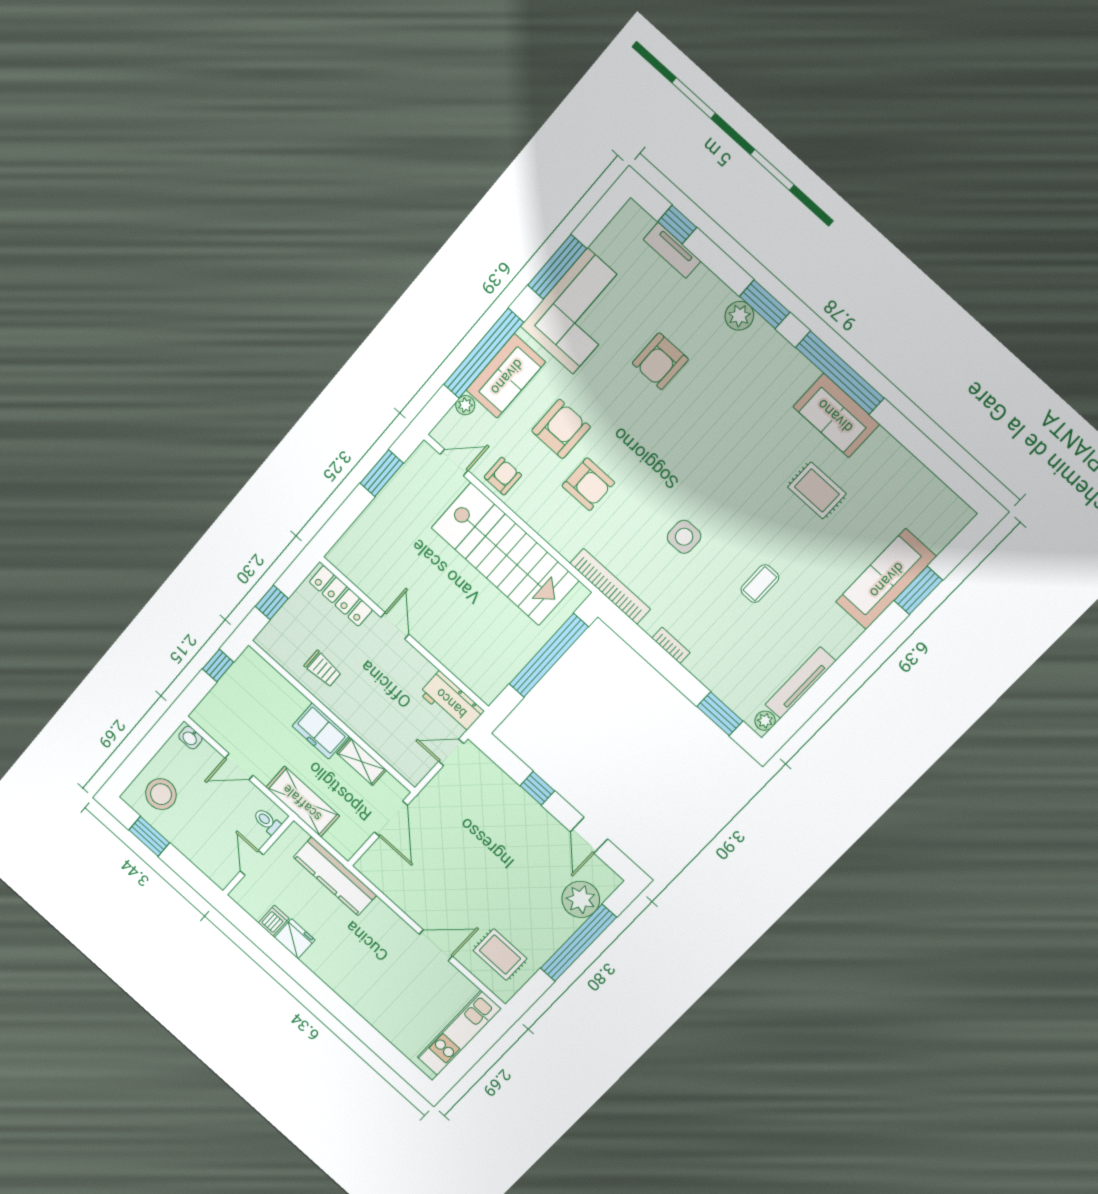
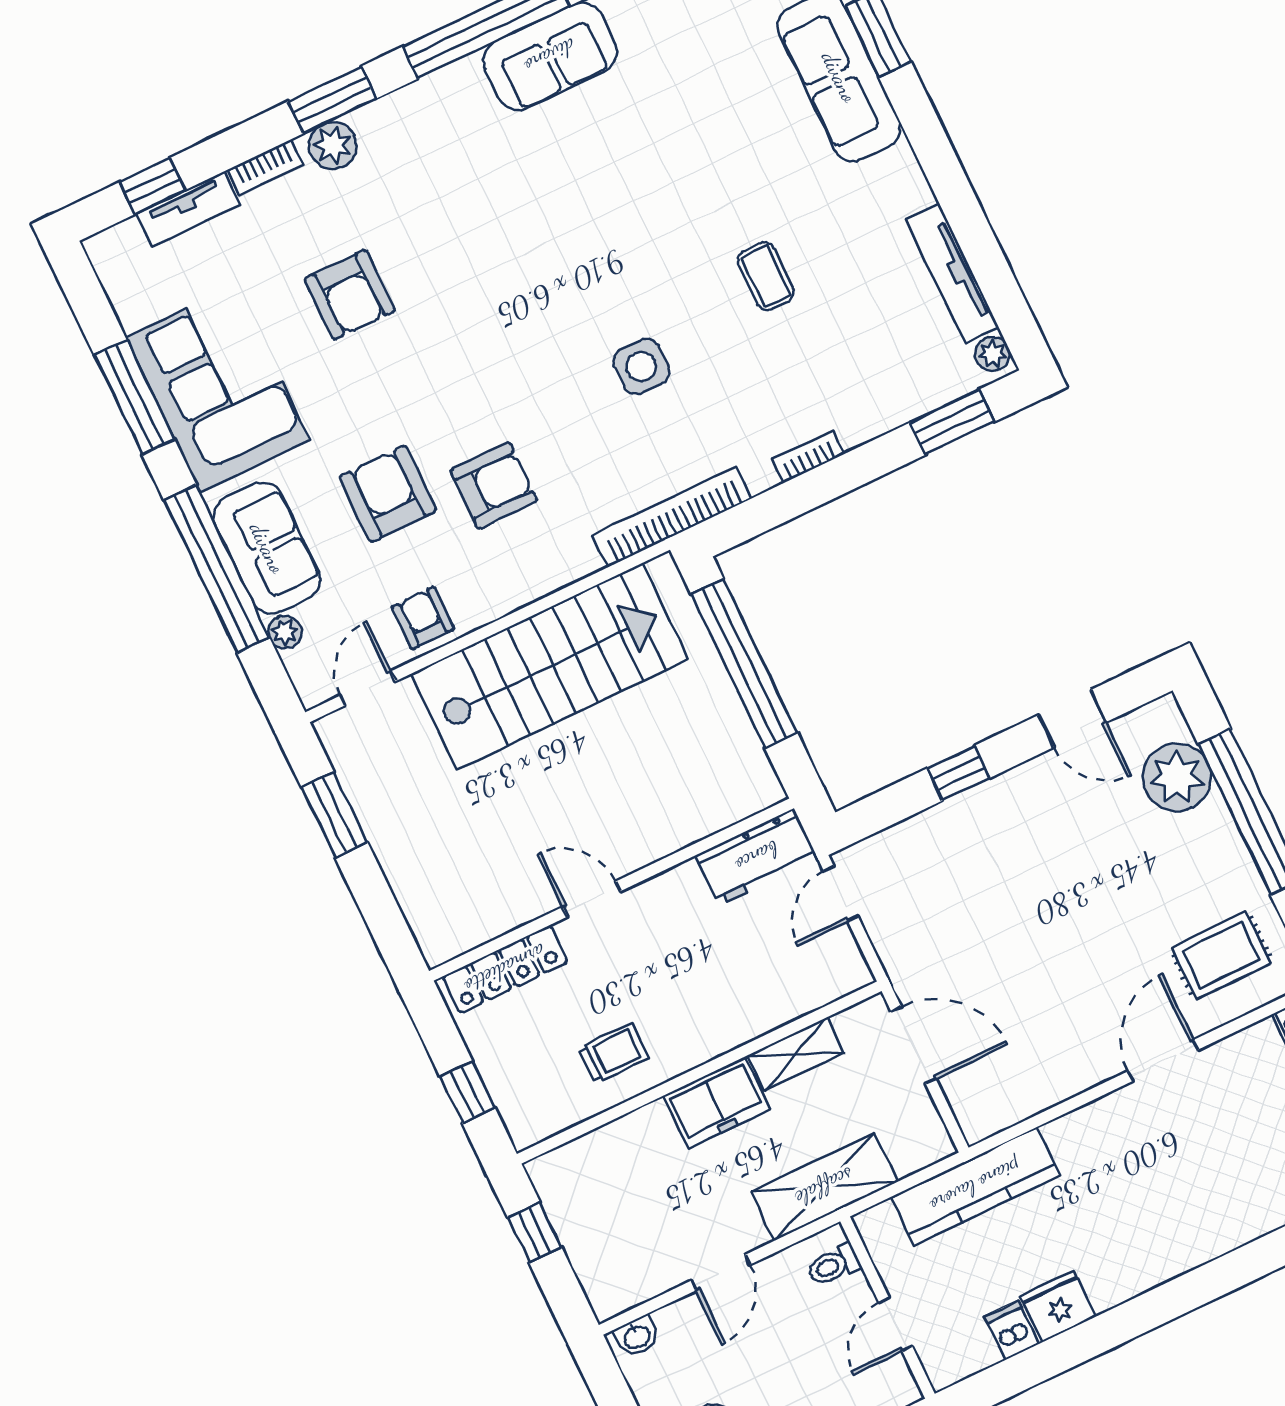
bookcase: (712, 283) -> (265, 167), added
rug: (817, 490) -> (655, 130), removed
door: (252, 863) -> (896, 1324), hinge flipped

